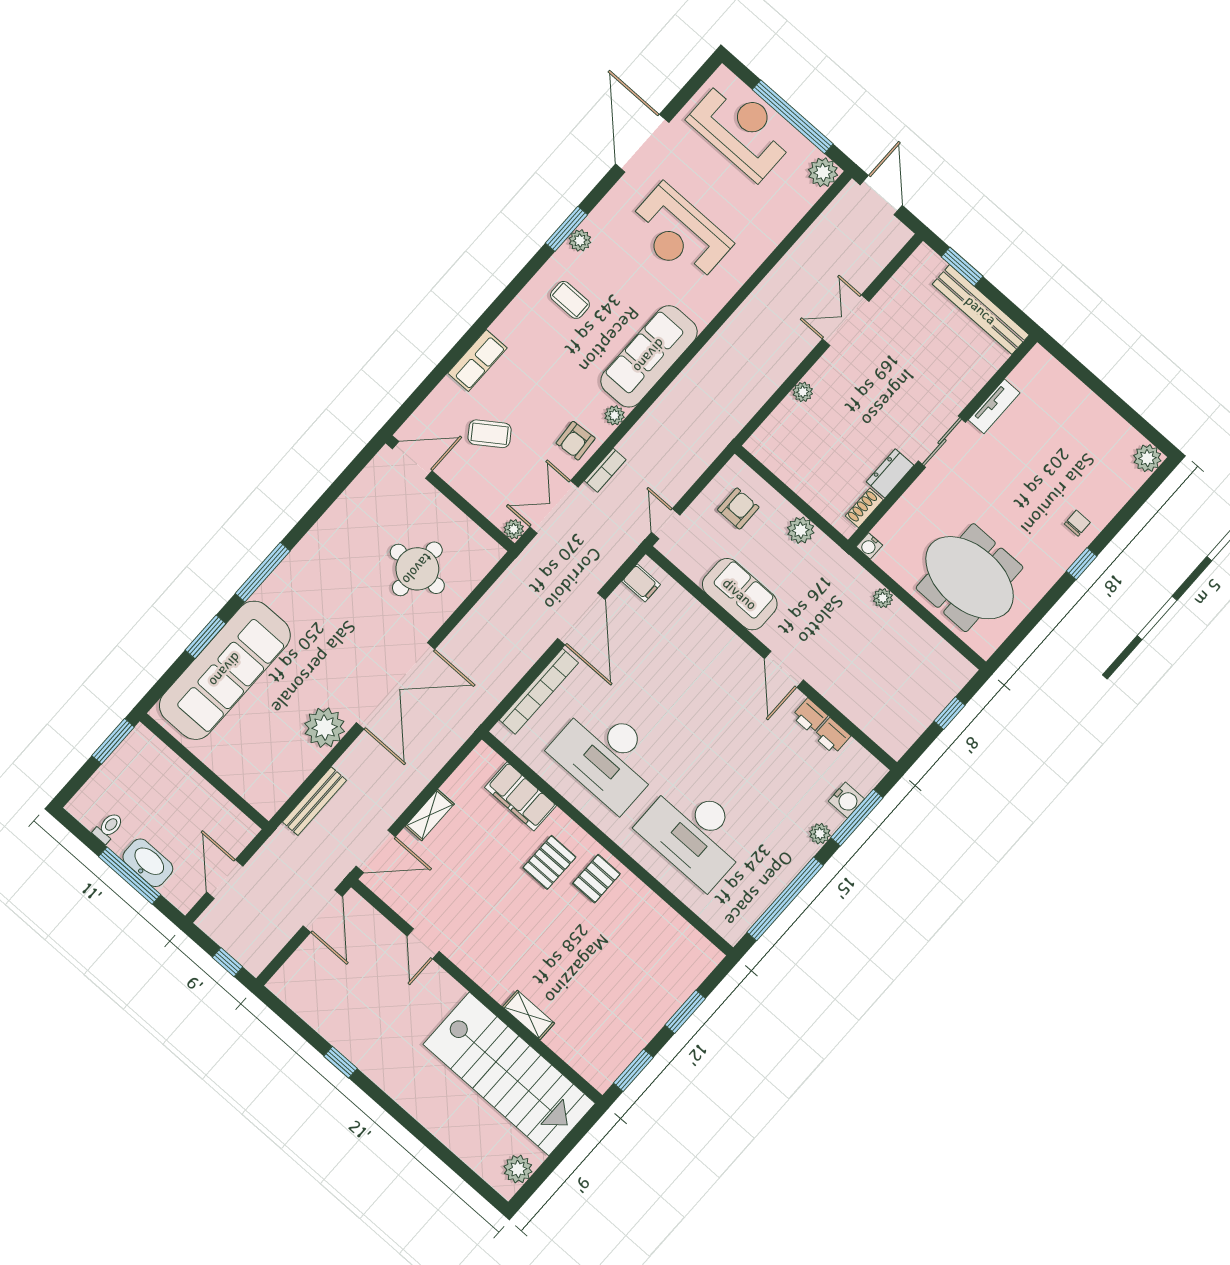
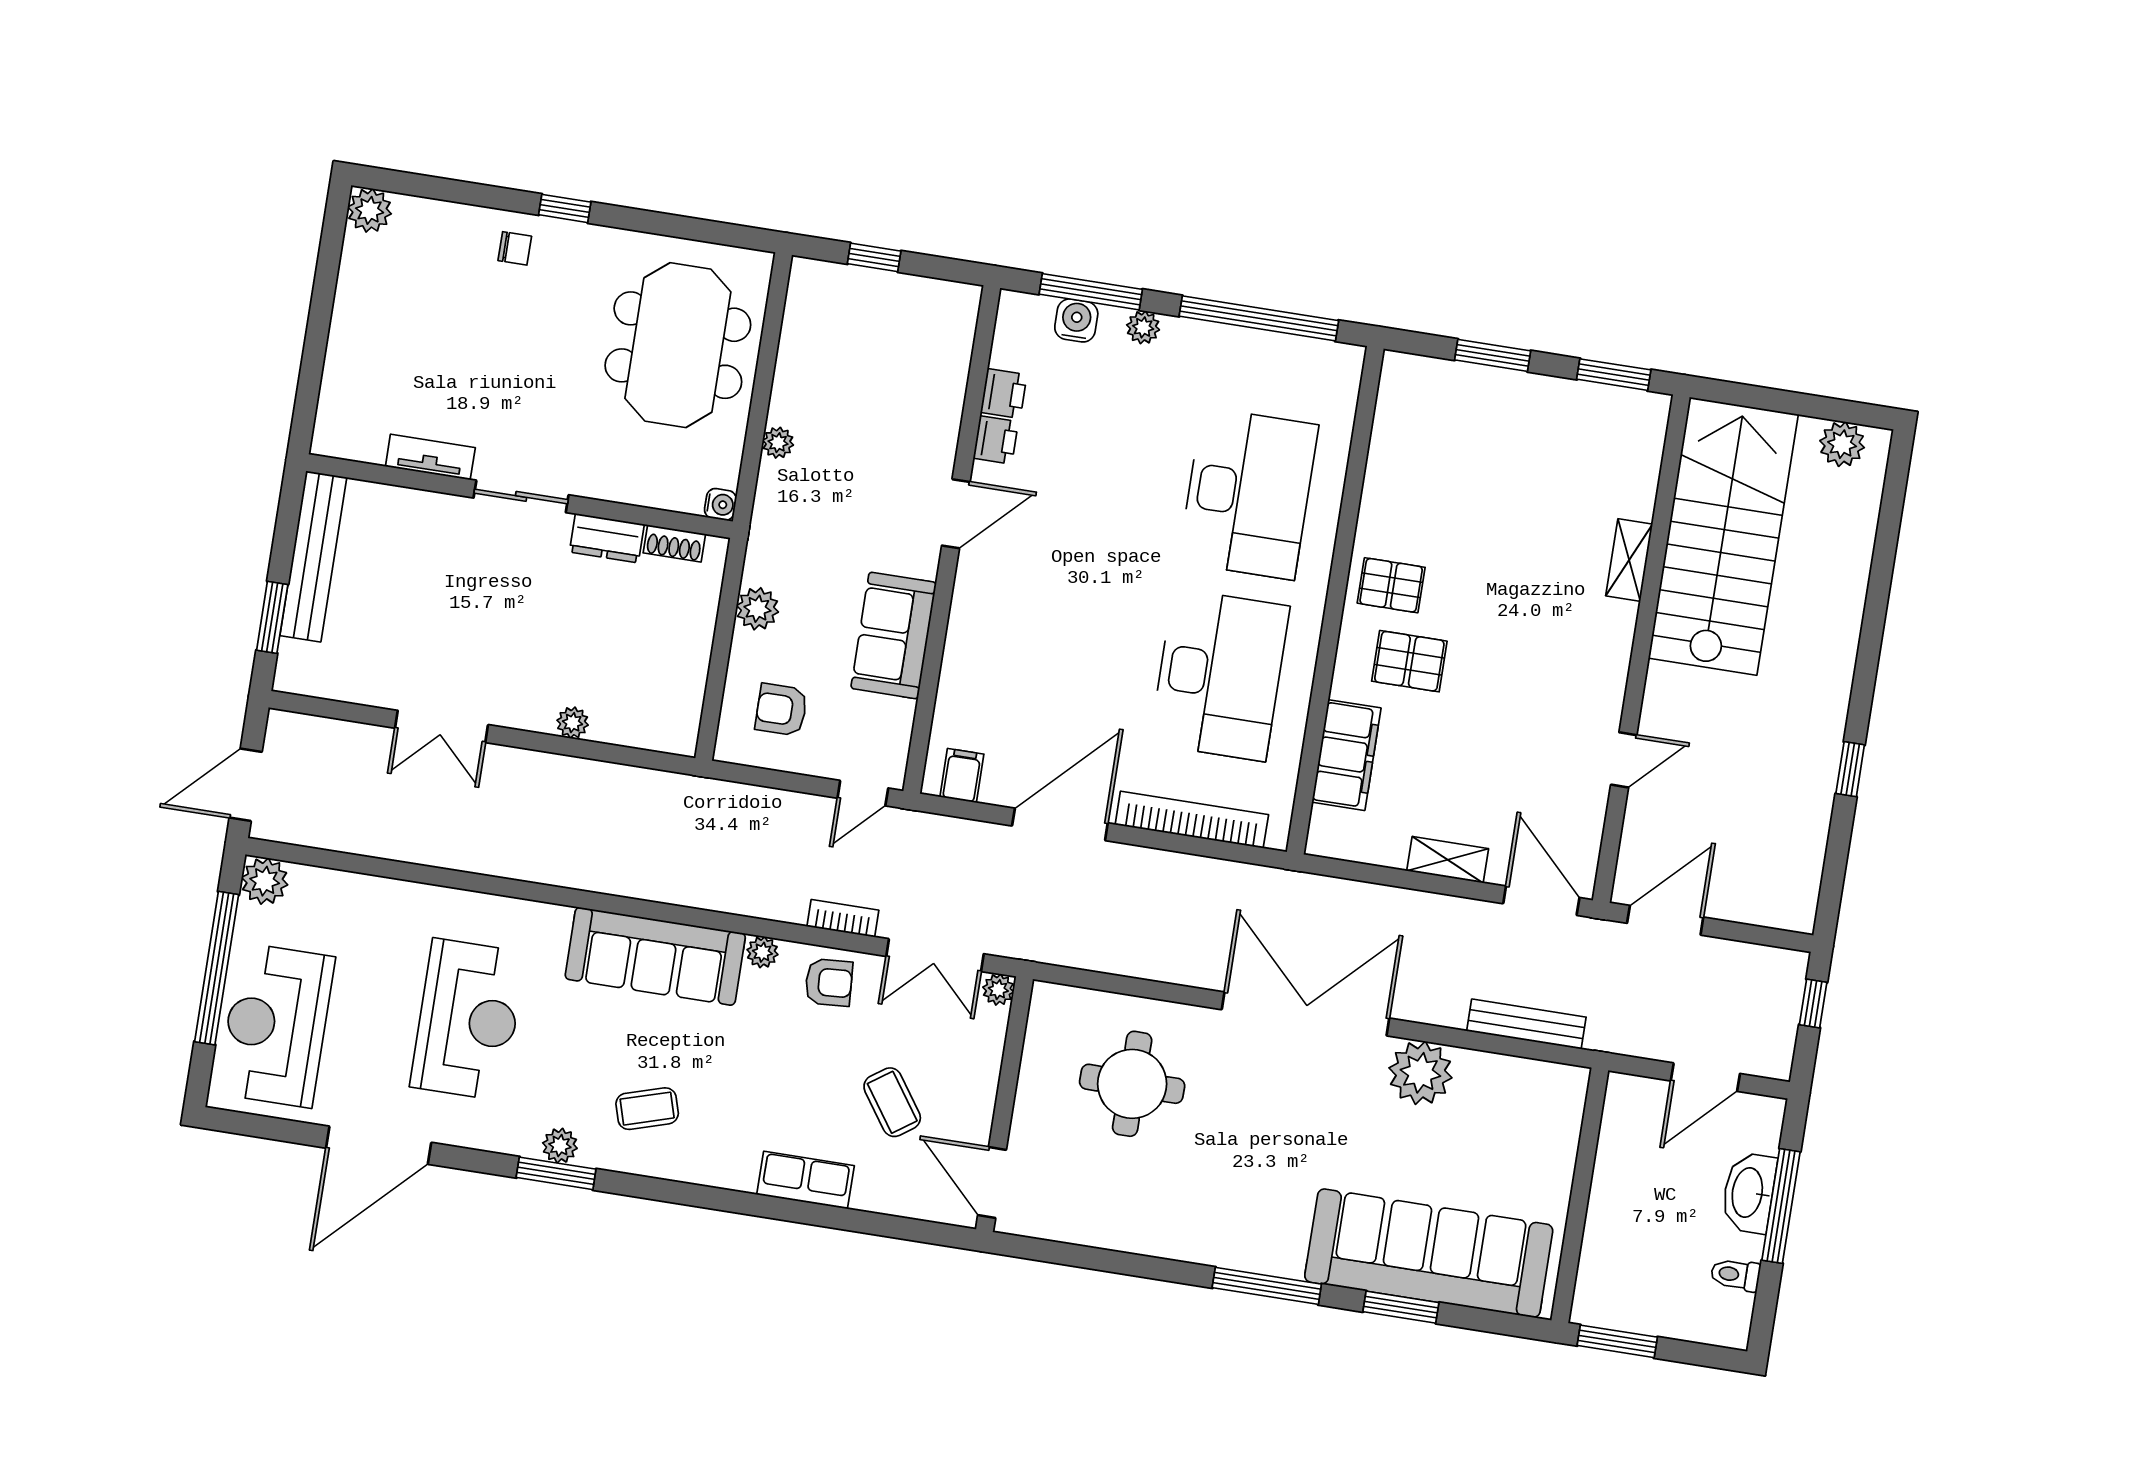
coffee table: (570, 300) -> (647, 1109), turned 73
chair: (1077, 523) -> (515, 248), turned 180

